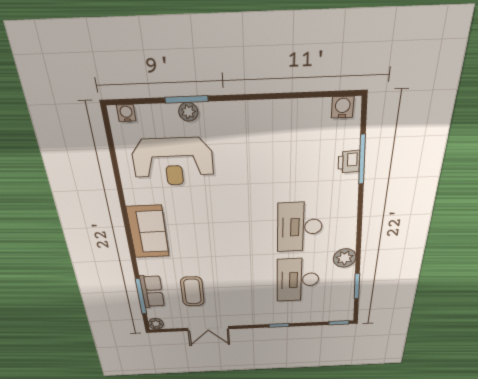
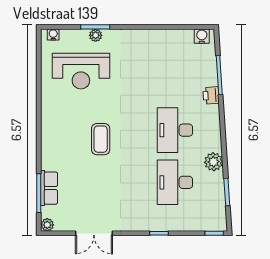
printer: (349, 162) -> (211, 95), moved
sofa: (148, 232) -> (54, 129), removed
coffee table: (192, 291) -> (101, 139), moved

